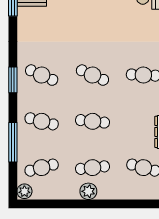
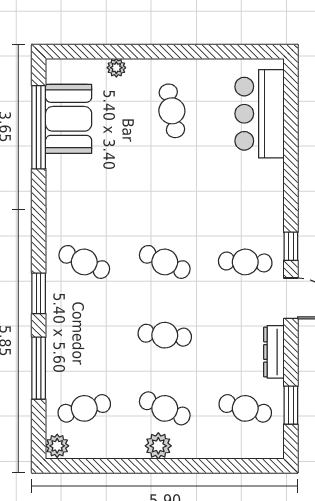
window: (13, 80) -> (39, 293), moved
cafe table: (42, 121) -> (84, 335), removed
cafe table: (92, 168) -> (165, 408), turned 30

